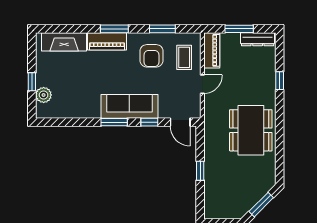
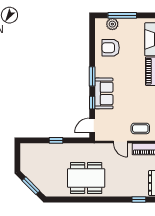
armchair: (151, 56) -> (111, 48), moved
window: (280, 81) -> (139, 199), moved
window: (32, 82) -> (122, 15), width x2.17
sofa: (129, 106) -> (104, 93), width x0.73

